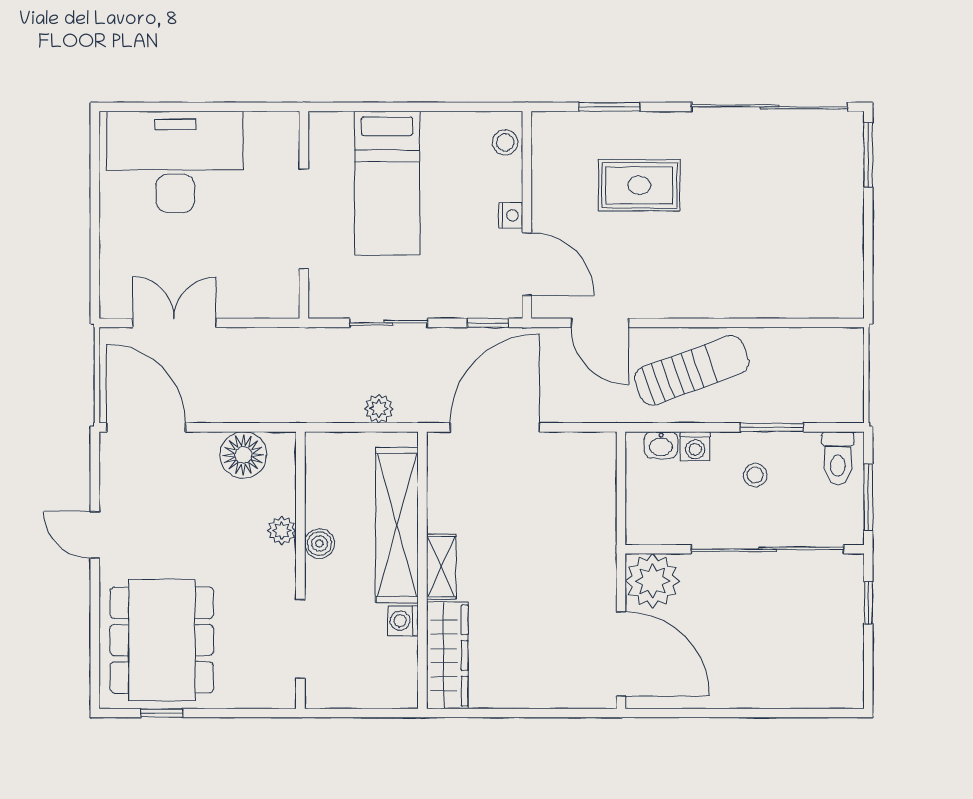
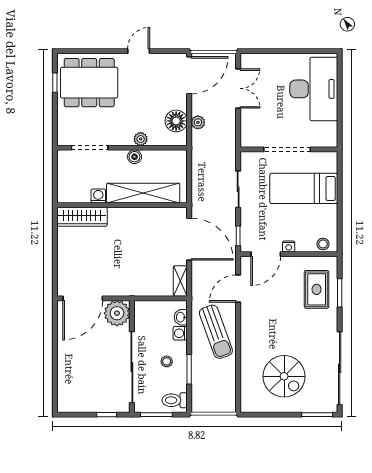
rug: (639, 185) -> (317, 289), moved
spiral stairs: (787, 225) -> (284, 376), added
plant: (379, 409) -> (198, 122), moved
shelving: (441, 567) -> (180, 281), moved, turned 90

